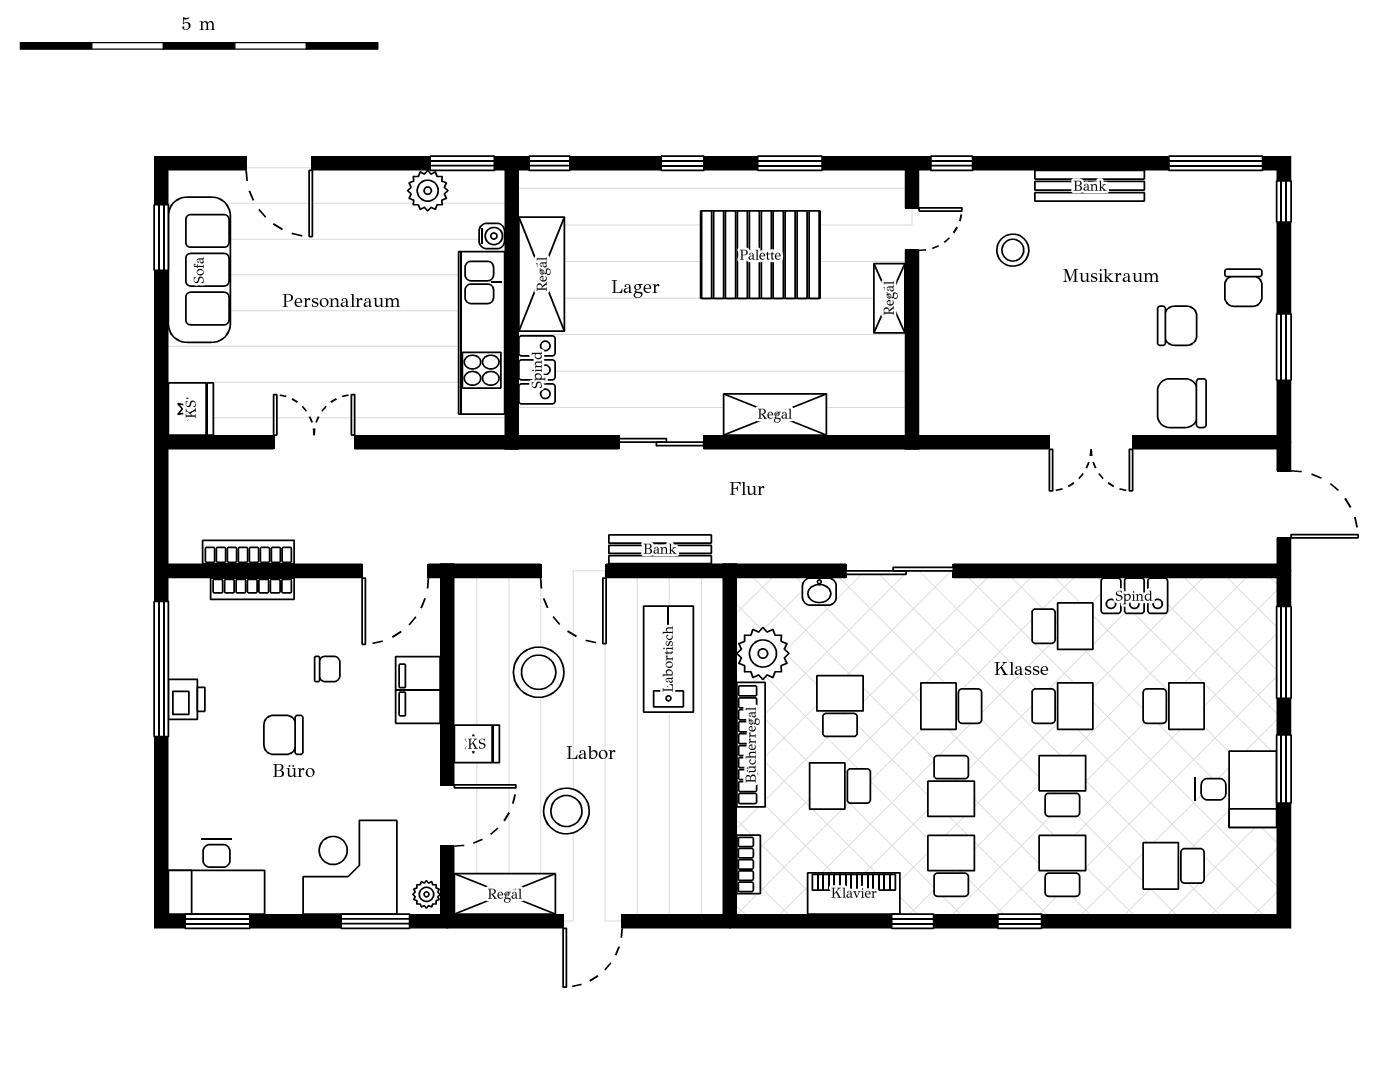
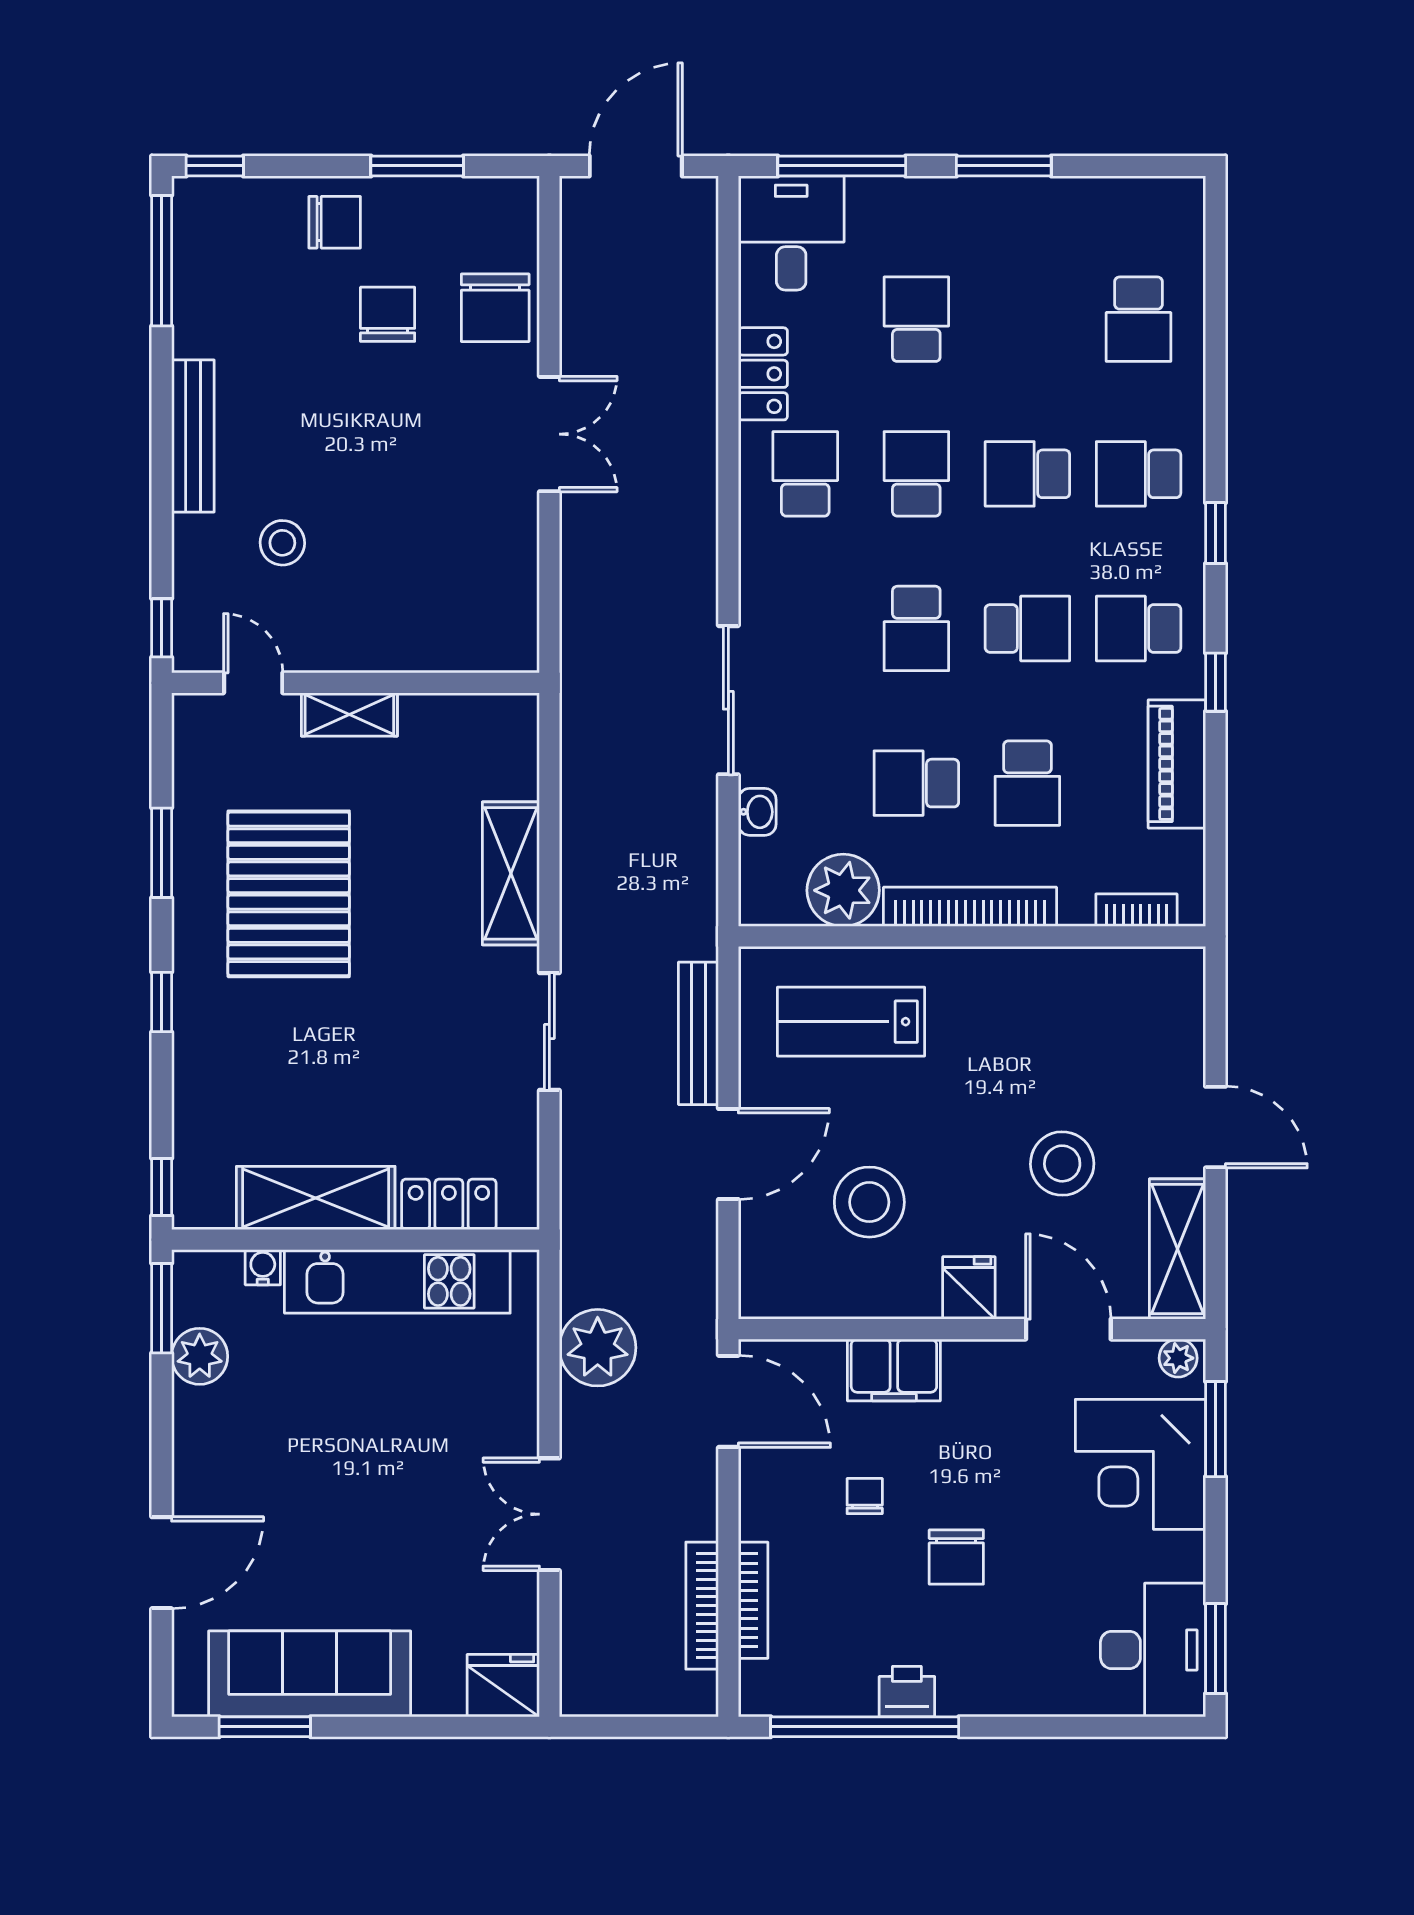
plant: (434, 477) -> (598, 1348), added
desk: (1236, 789) -> (791, 233), moved

